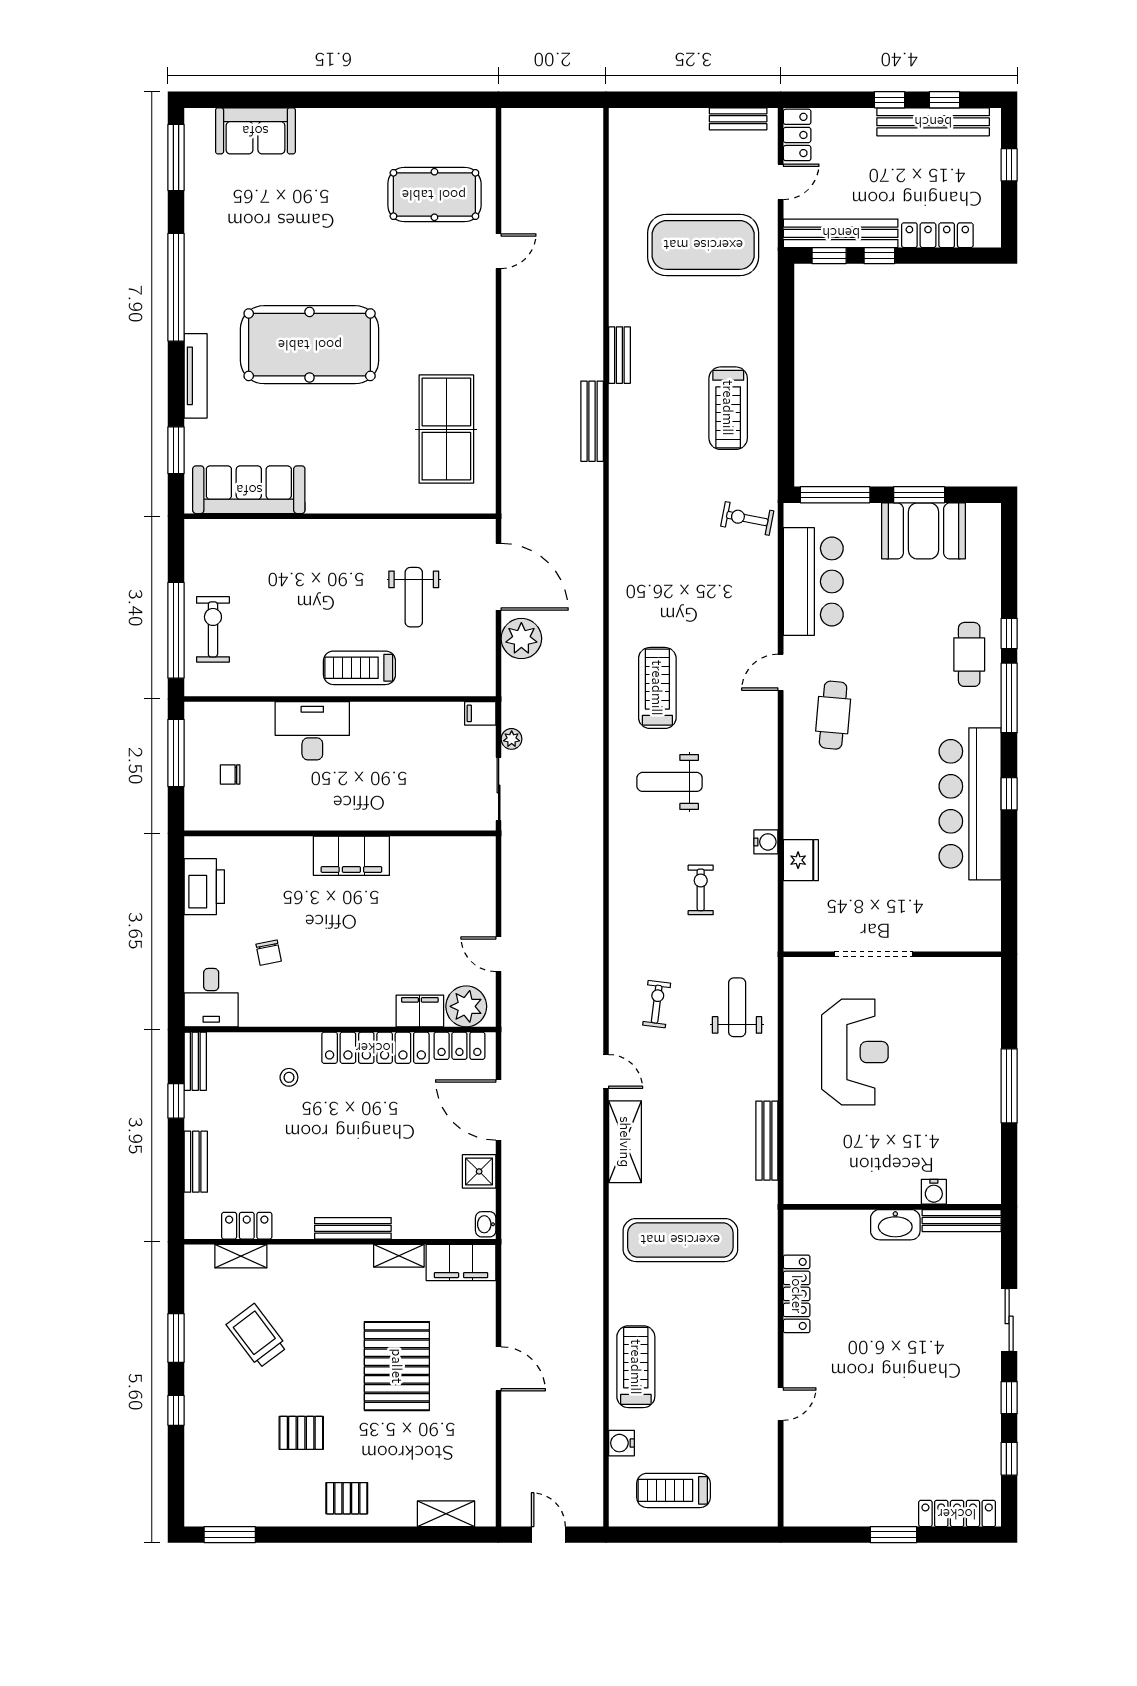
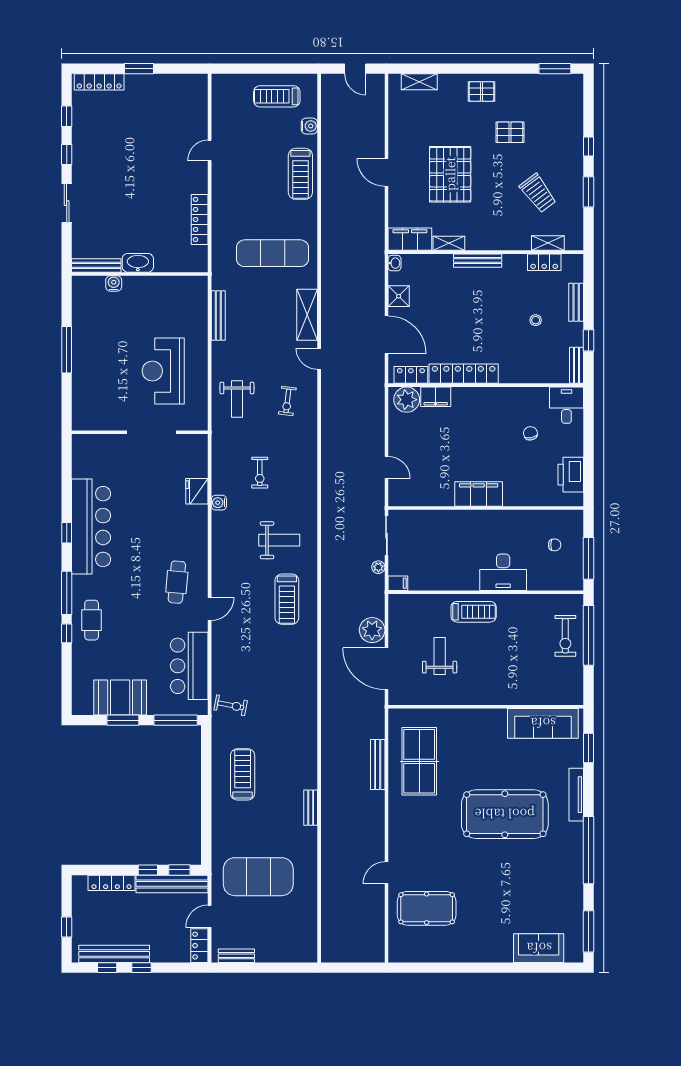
bench: (592, 421) -> (378, 764), moved
door: (499, 954) -> (386, 467), moved
stool: (289, 1077) -> (536, 320), moved
treadmill: (674, 1490) -> (277, 96), turned 180

